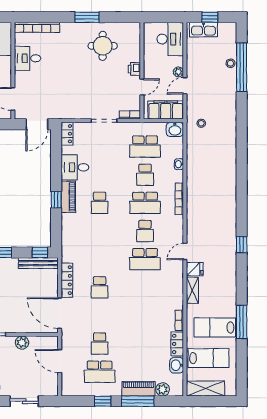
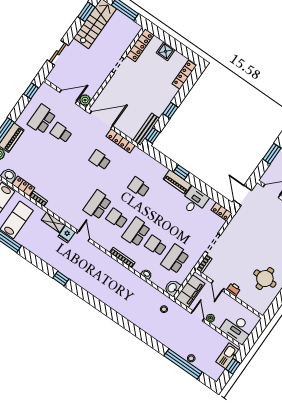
school desk: (100, 203) -> (139, 187), moved
plant: (22, 343) -> (85, 100), moved
window: (103, 401) -> (31, 91), moved

